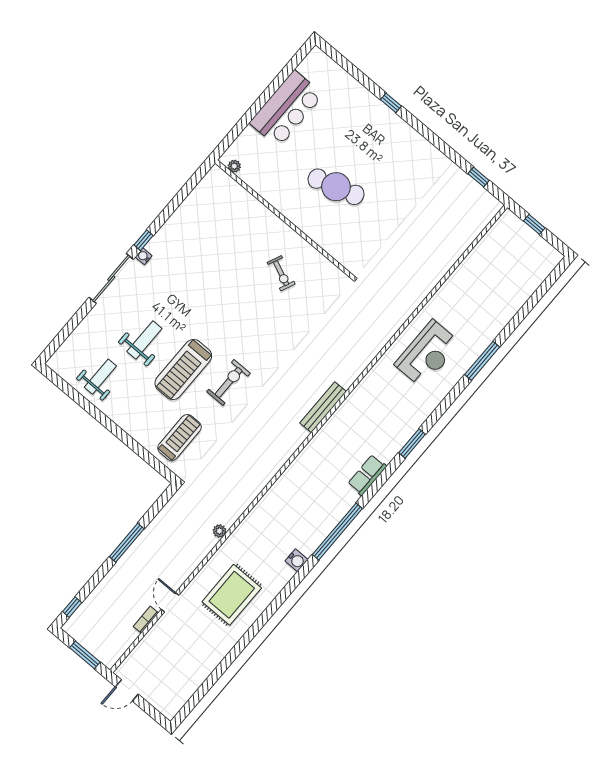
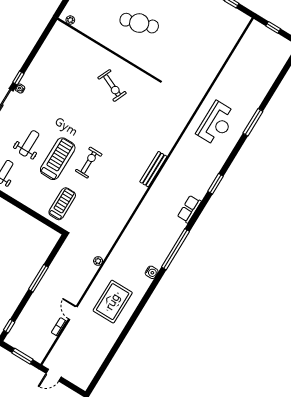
exercise bike: (281, 273) -> (112, 86), width x1.38, depth x1.39
treadmill: (183, 370) -> (58, 159), turned 180

